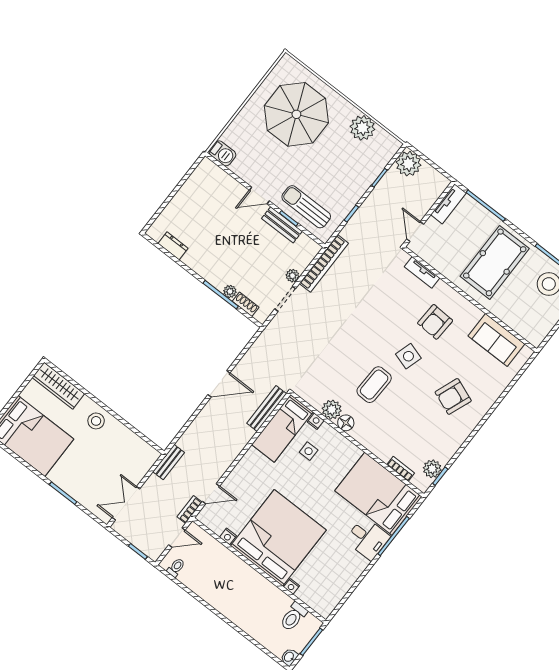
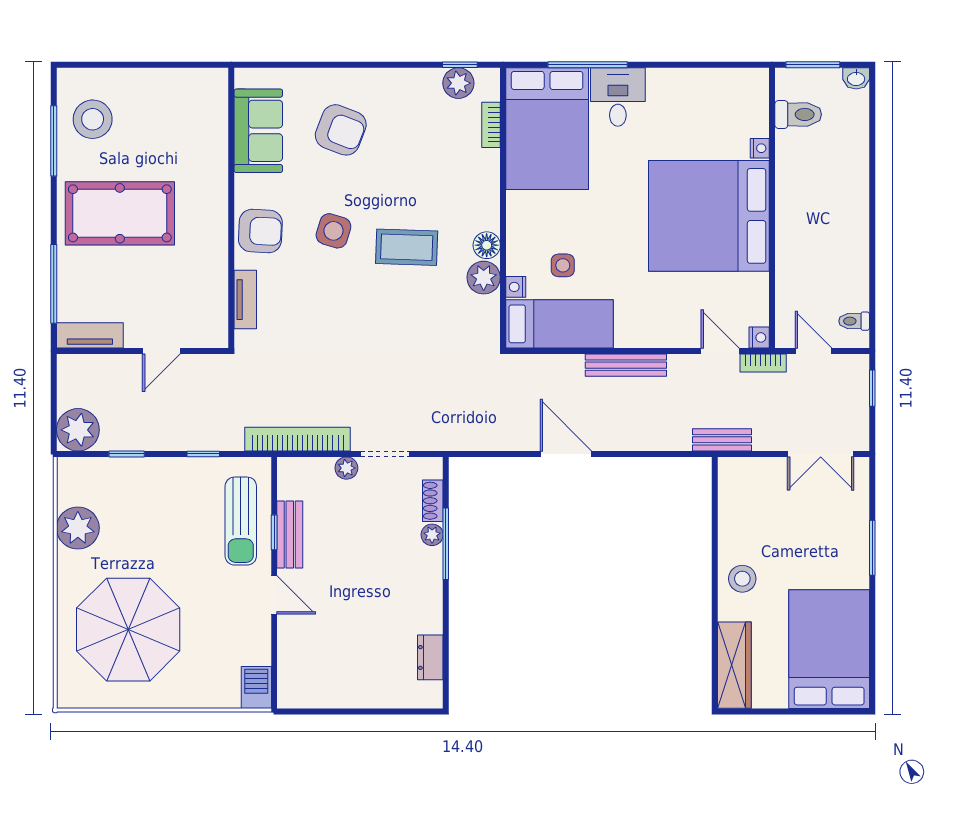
tv unit: (422, 272) -> (245, 300), moved
wall: (470, 299) -> (231, 208), moved
sofa: (496, 340) -> (258, 131), moved
bench: (267, 408) -> (626, 365), moved
nightstand: (228, 536) -> (759, 337), moved

